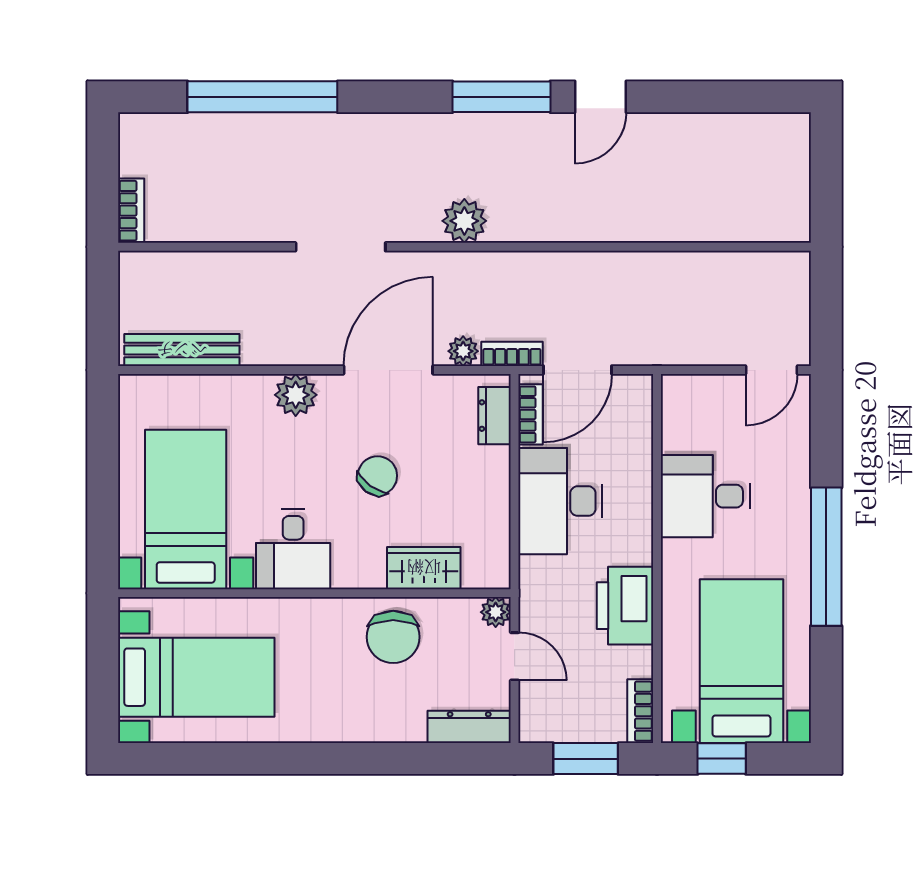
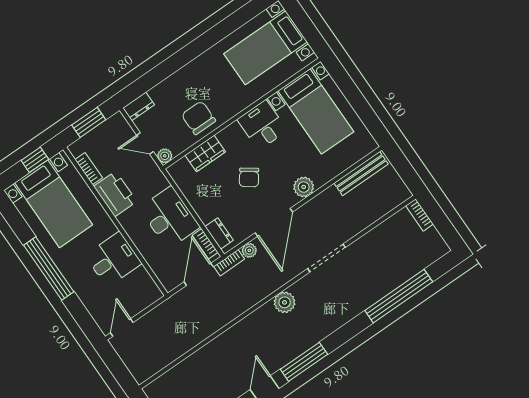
bookcase: (640, 711) -> (89, 169), moved
dresser: (469, 727) -> (139, 106), width x0.70

